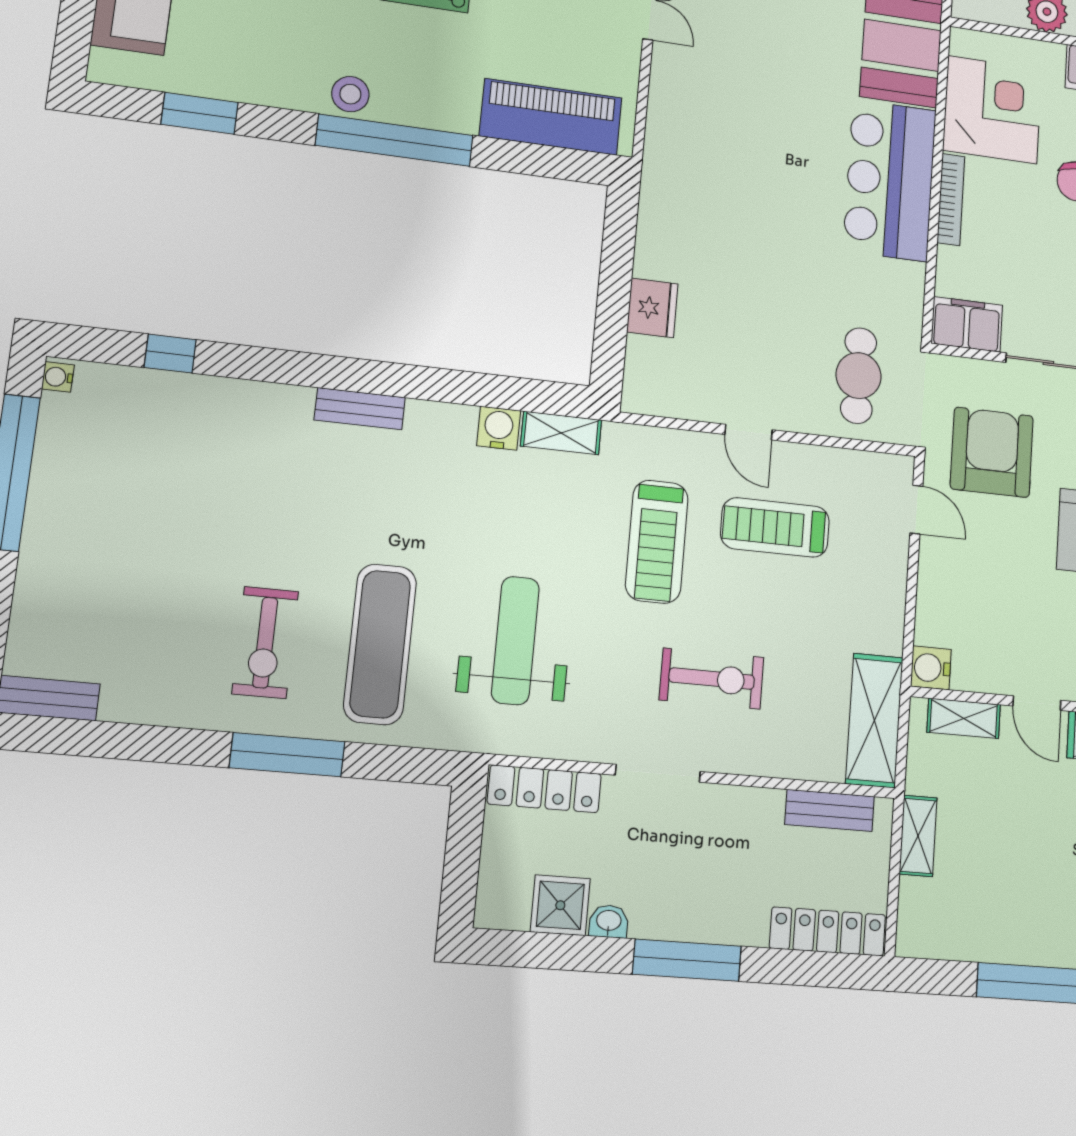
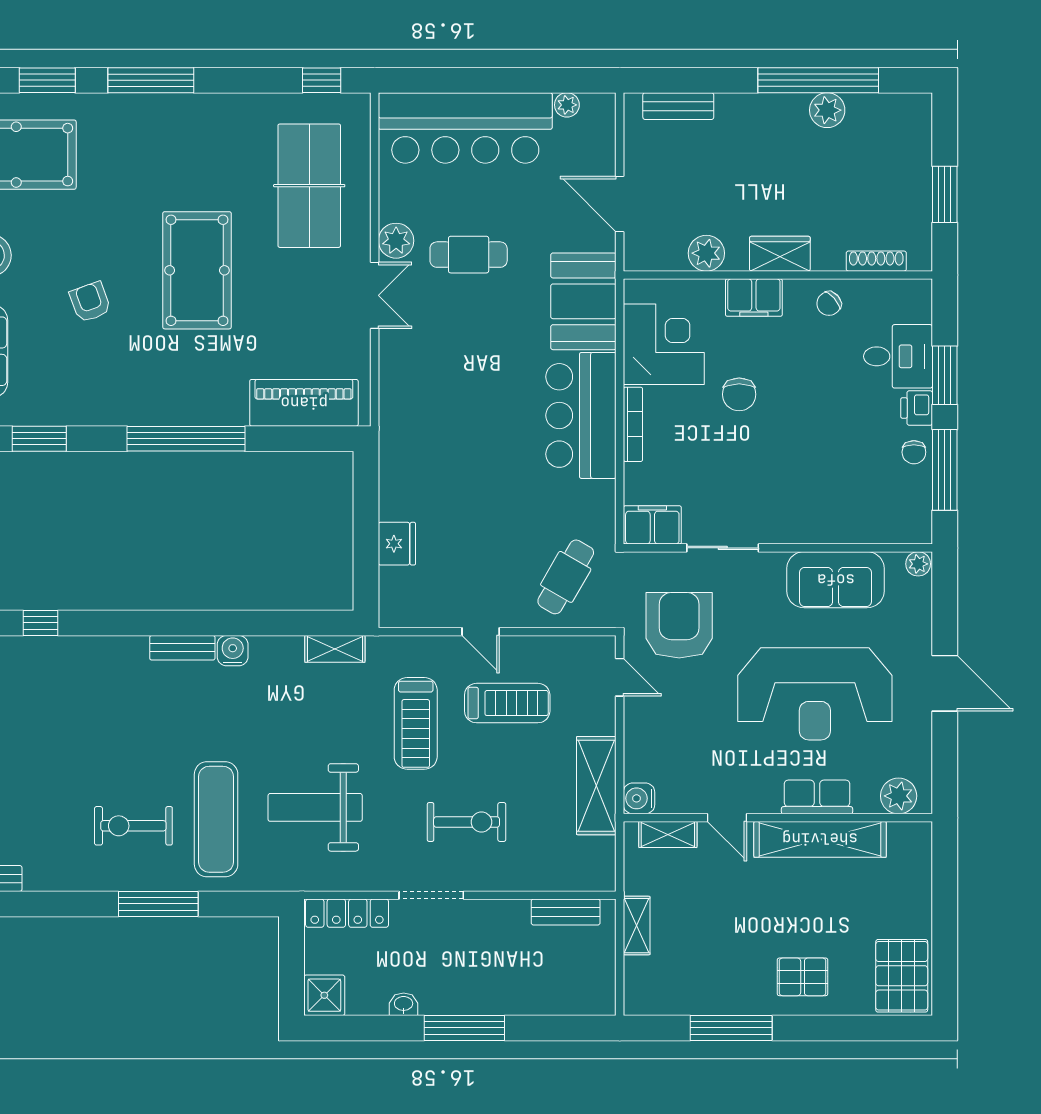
stool: (350, 94) -> (149, 407), removed
cafe table: (859, 376) -> (566, 577), turned 30
water cooler: (499, 428) -> (233, 651), moved
treadmill: (775, 527) -> (507, 703), turned 180
weight bench: (515, 640) -> (315, 807), turned -90
exercise bike: (265, 643) -> (133, 826), turned 90
shelving: (874, 720) -> (596, 786), moved
shower: (560, 905) -> (324, 995), moved
locker: (828, 931) -> (570, 1000), removed

